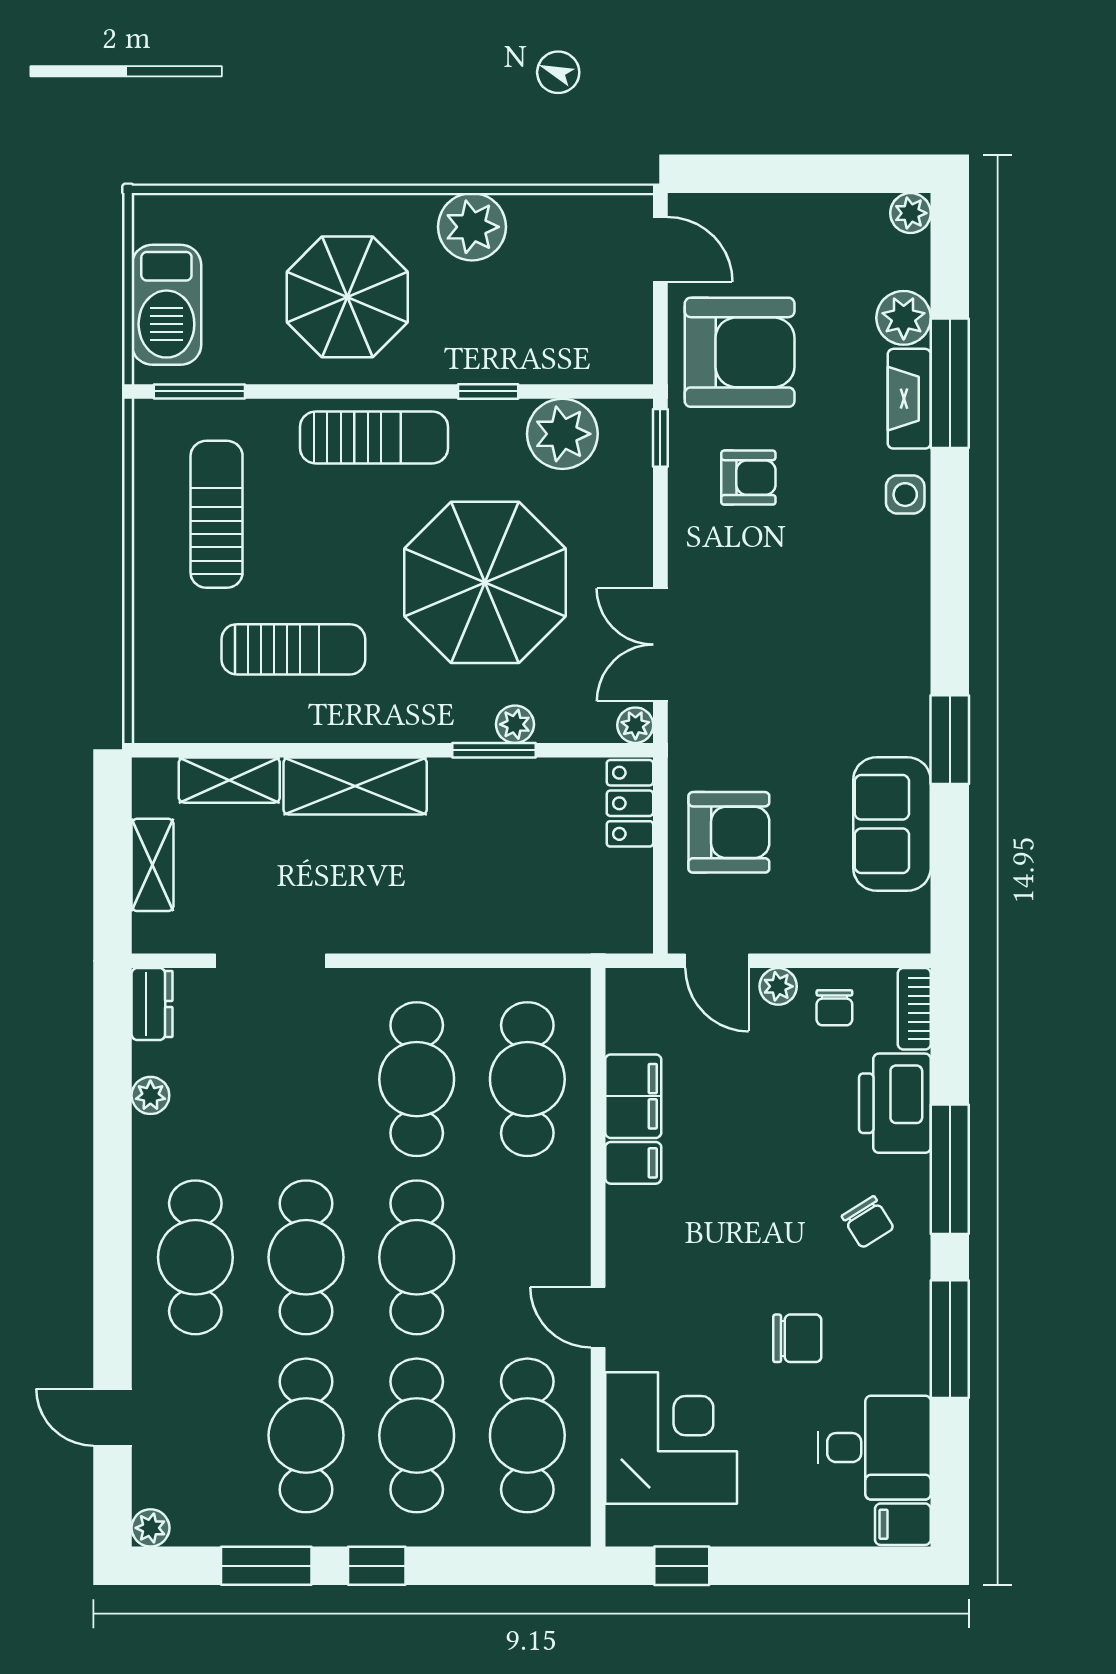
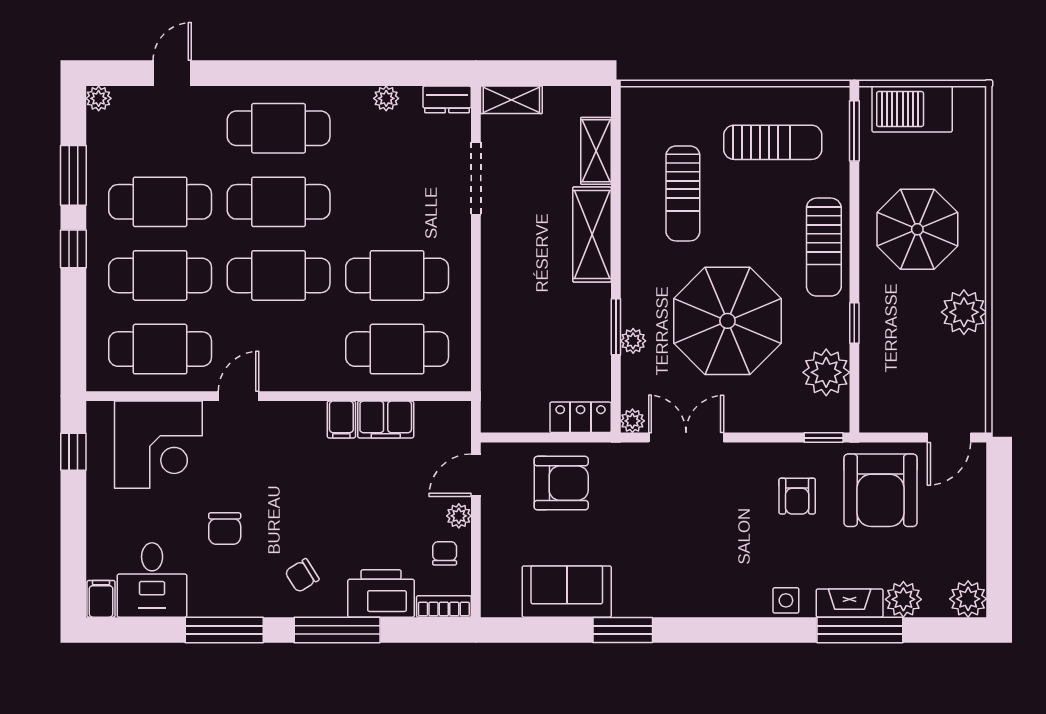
plant: (911, 213) -> (968, 599), width x1.38, depth x1.38
armchair: (729, 832) -> (561, 483), turned -90
shelving: (153, 865) -> (511, 100), moved
chair: (834, 1008) -> (445, 553), turned 90

